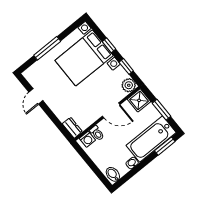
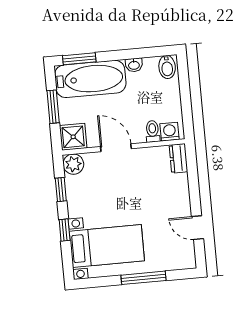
bed with nightstands: (84, 58) -> (107, 246), width x0.73
door: (36, 96) -> (198, 228), swing flipped

